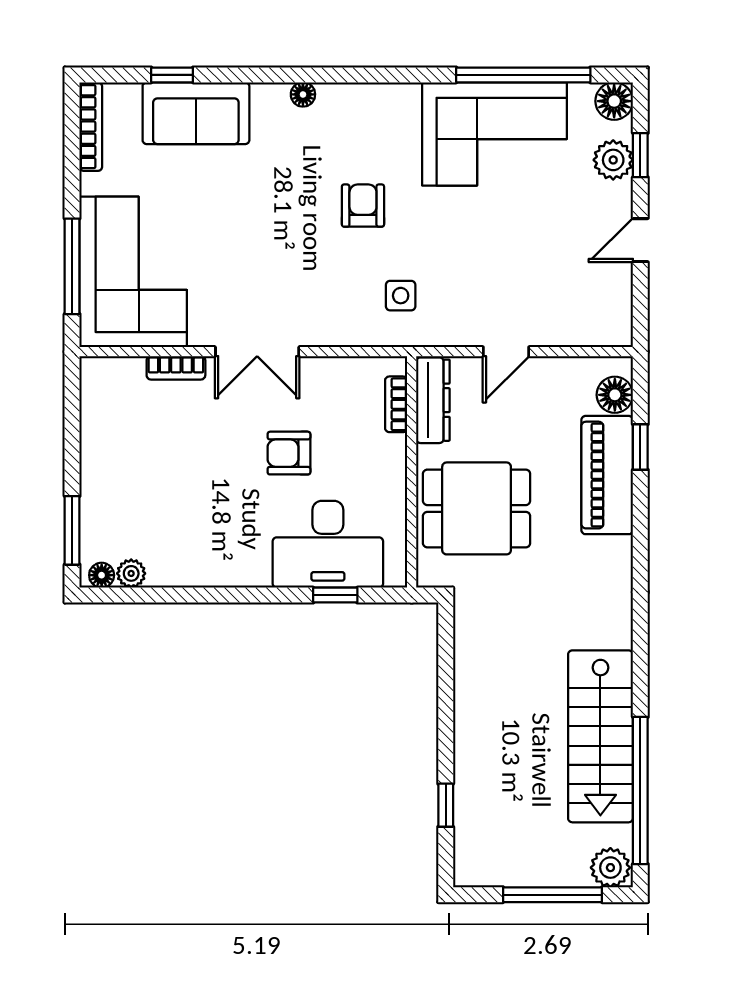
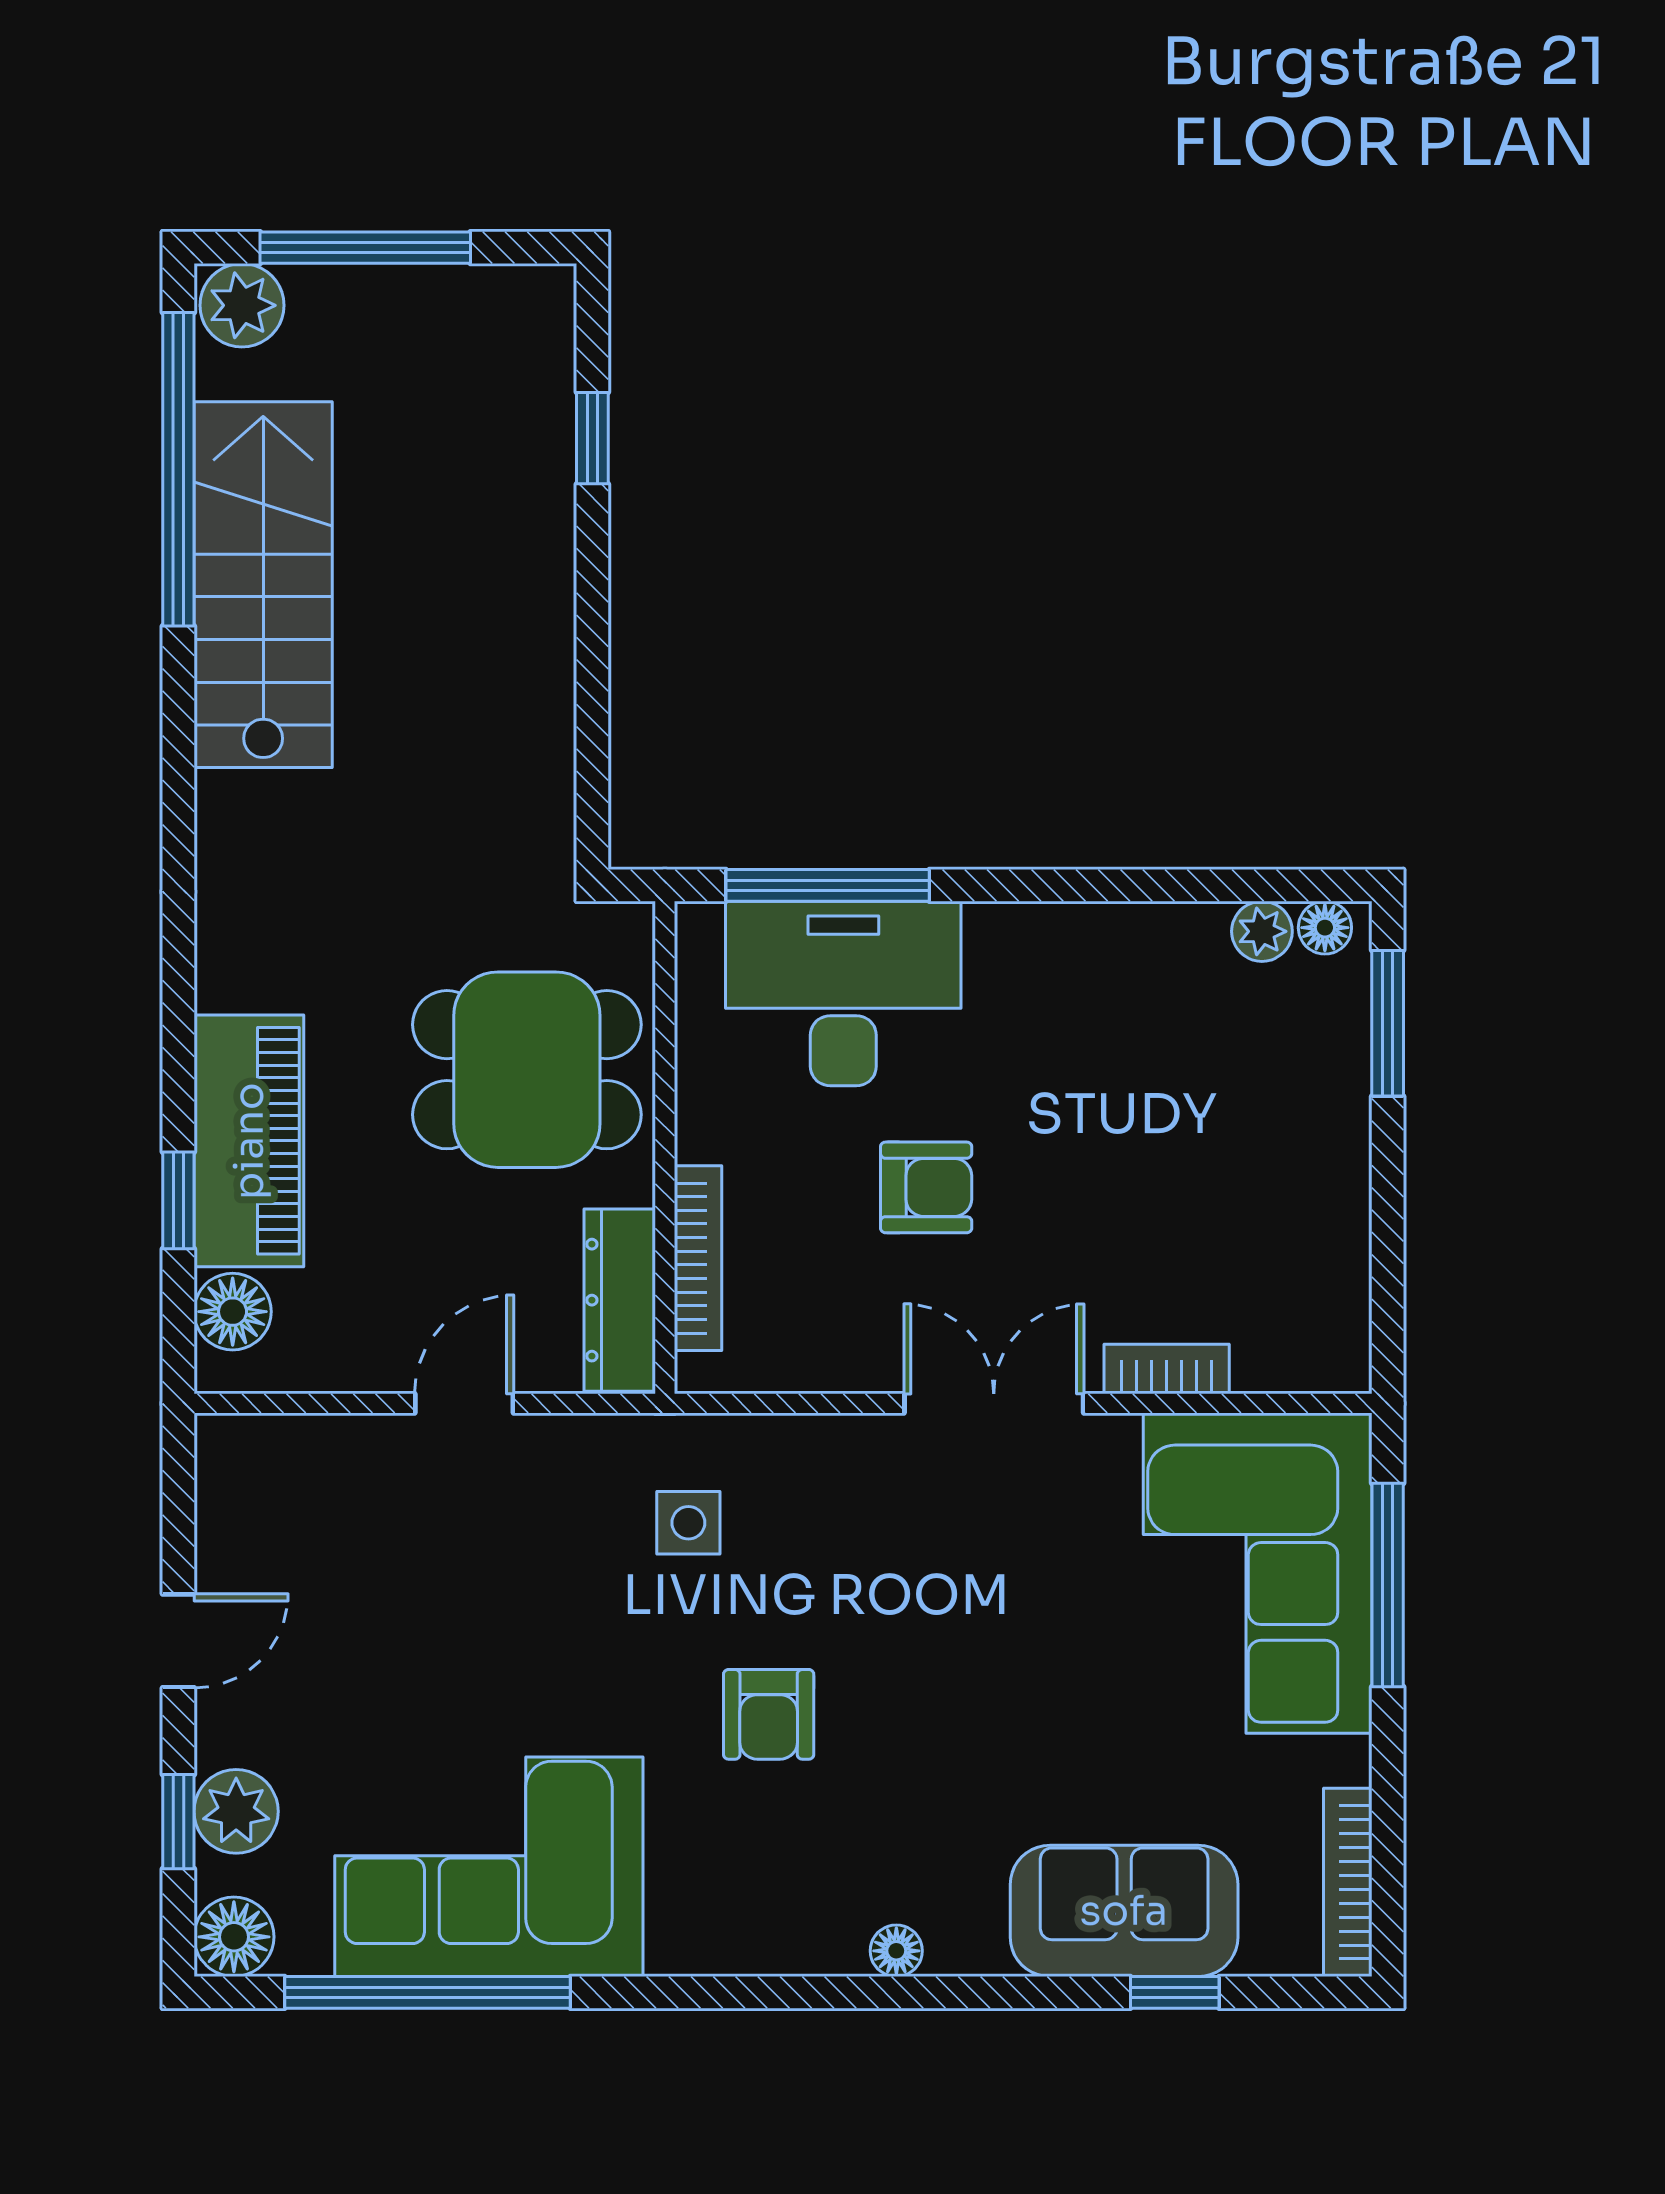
bookcase: (396, 404) -> (698, 1258), width x1.56
window: (335, 595) -> (828, 885), width x2.17

